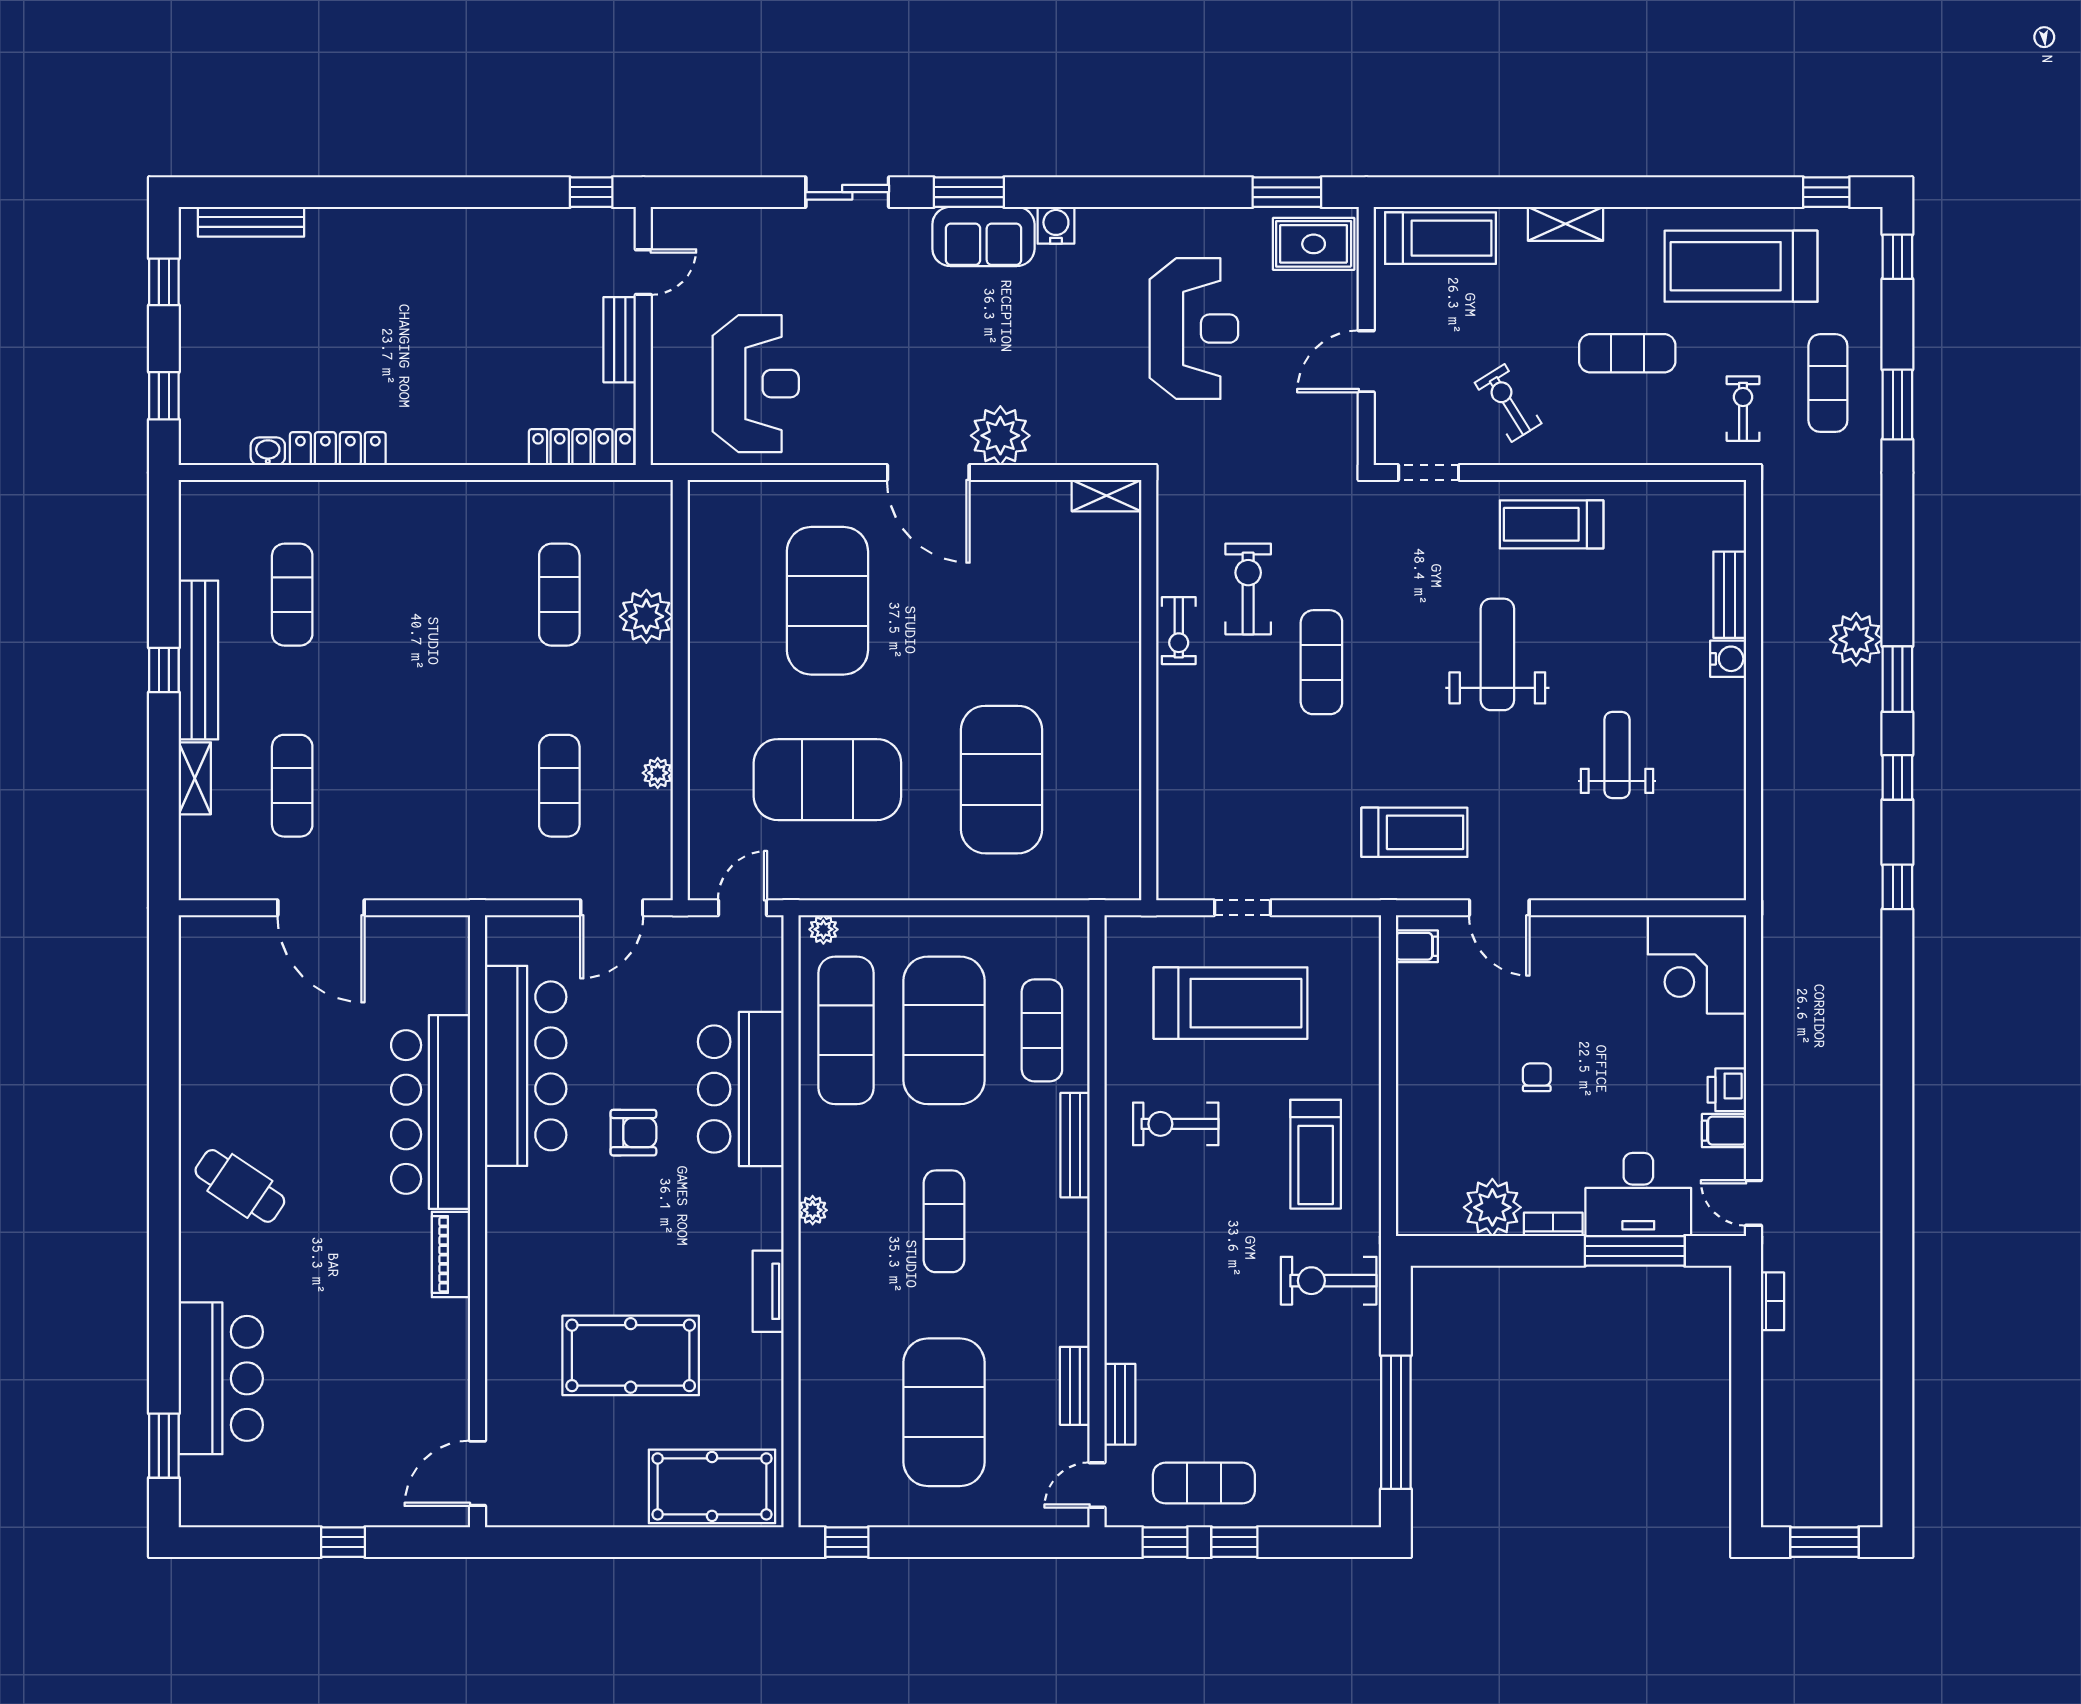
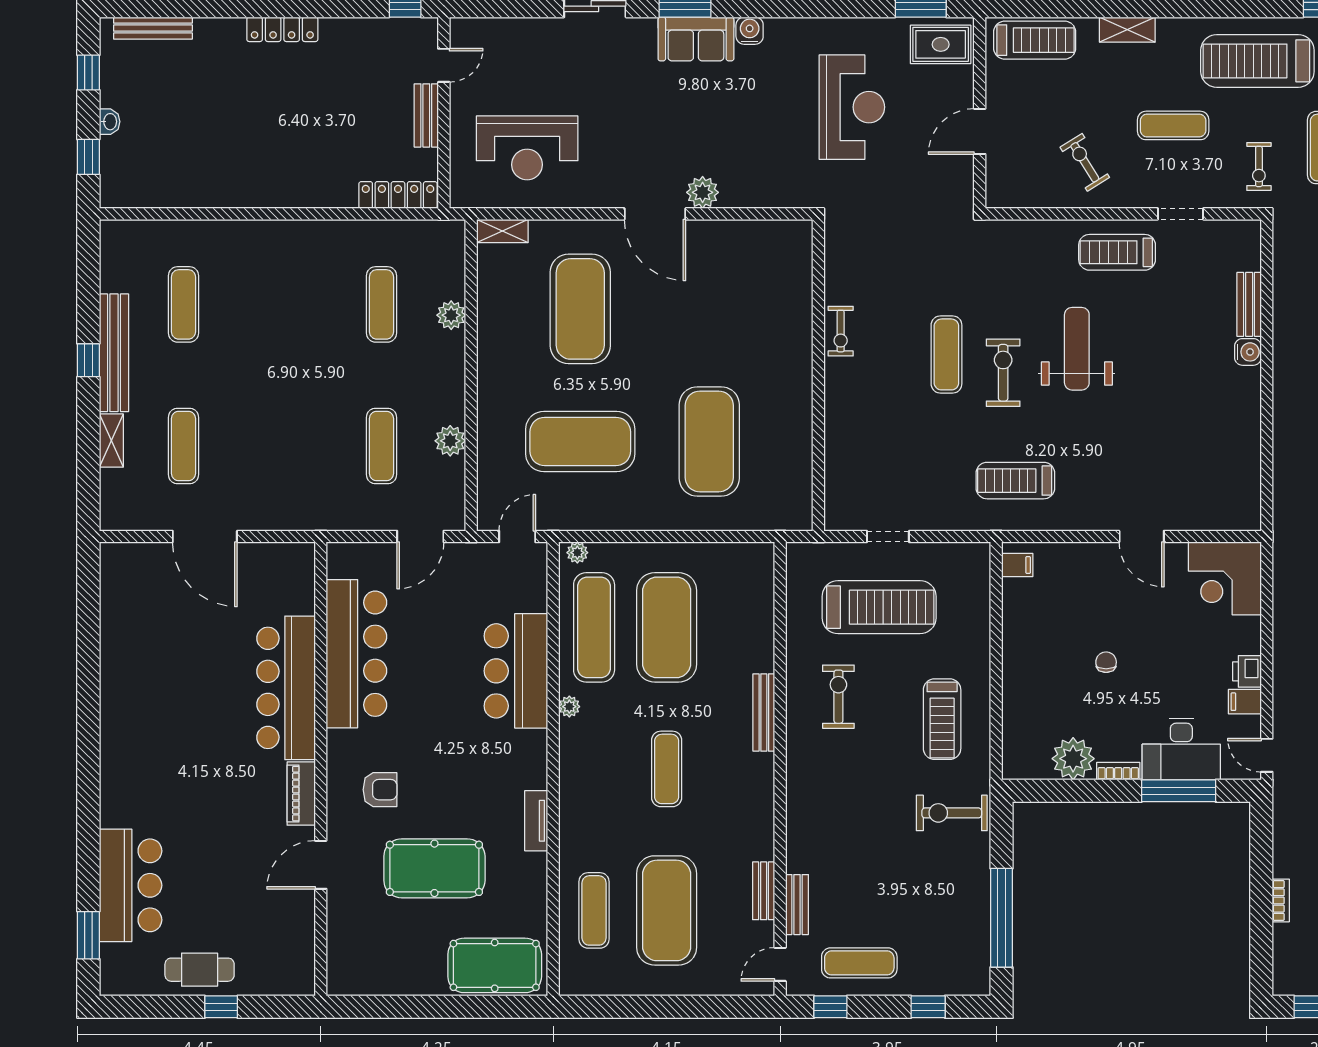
reception desk: (756, 384) -> (527, 148), turned 90
exercise bike: (1743, 409) -> (1259, 166), turned 180
plant: (1000, 436) -> (703, 192), width x0.73, depth x0.73
locker: (338, 449) -> (282, 29), moved, turned 180
washbasin: (268, 451) -> (110, 122), moved, turned 90
doorway: (1429, 473) -> (1180, 214), moved
shelving: (1106, 496) -> (502, 231), moved
exercise bike: (1248, 589) -> (1003, 373), moved
plant: (646, 616) -> (451, 315), width x0.73, depth x0.73
weight bench: (1617, 755) -> (1166, 423), removed
plant: (658, 773) -> (450, 441), width x1.38, depth x1.38
treadmill: (1414, 832) -> (1015, 481), turned 180
door: (1499, 908) -> (1142, 537), moved
exercise mat: (1042, 1030) -> (594, 910), moved
exercise bike: (1176, 1124) -> (838, 697), turned 90
armchair: (633, 1133) -> (380, 790), moved
cafe table: (240, 1186) -> (200, 970), moved, turned -34
plant: (813, 1210) -> (569, 707), moved
bookcase: (1773, 1301) -> (1281, 900), moved
door: (477, 1473) -> (321, 865), moved
window: (847, 1542) -> (595, 1007), removed
window: (1234, 1542) -> (928, 1007), moved

